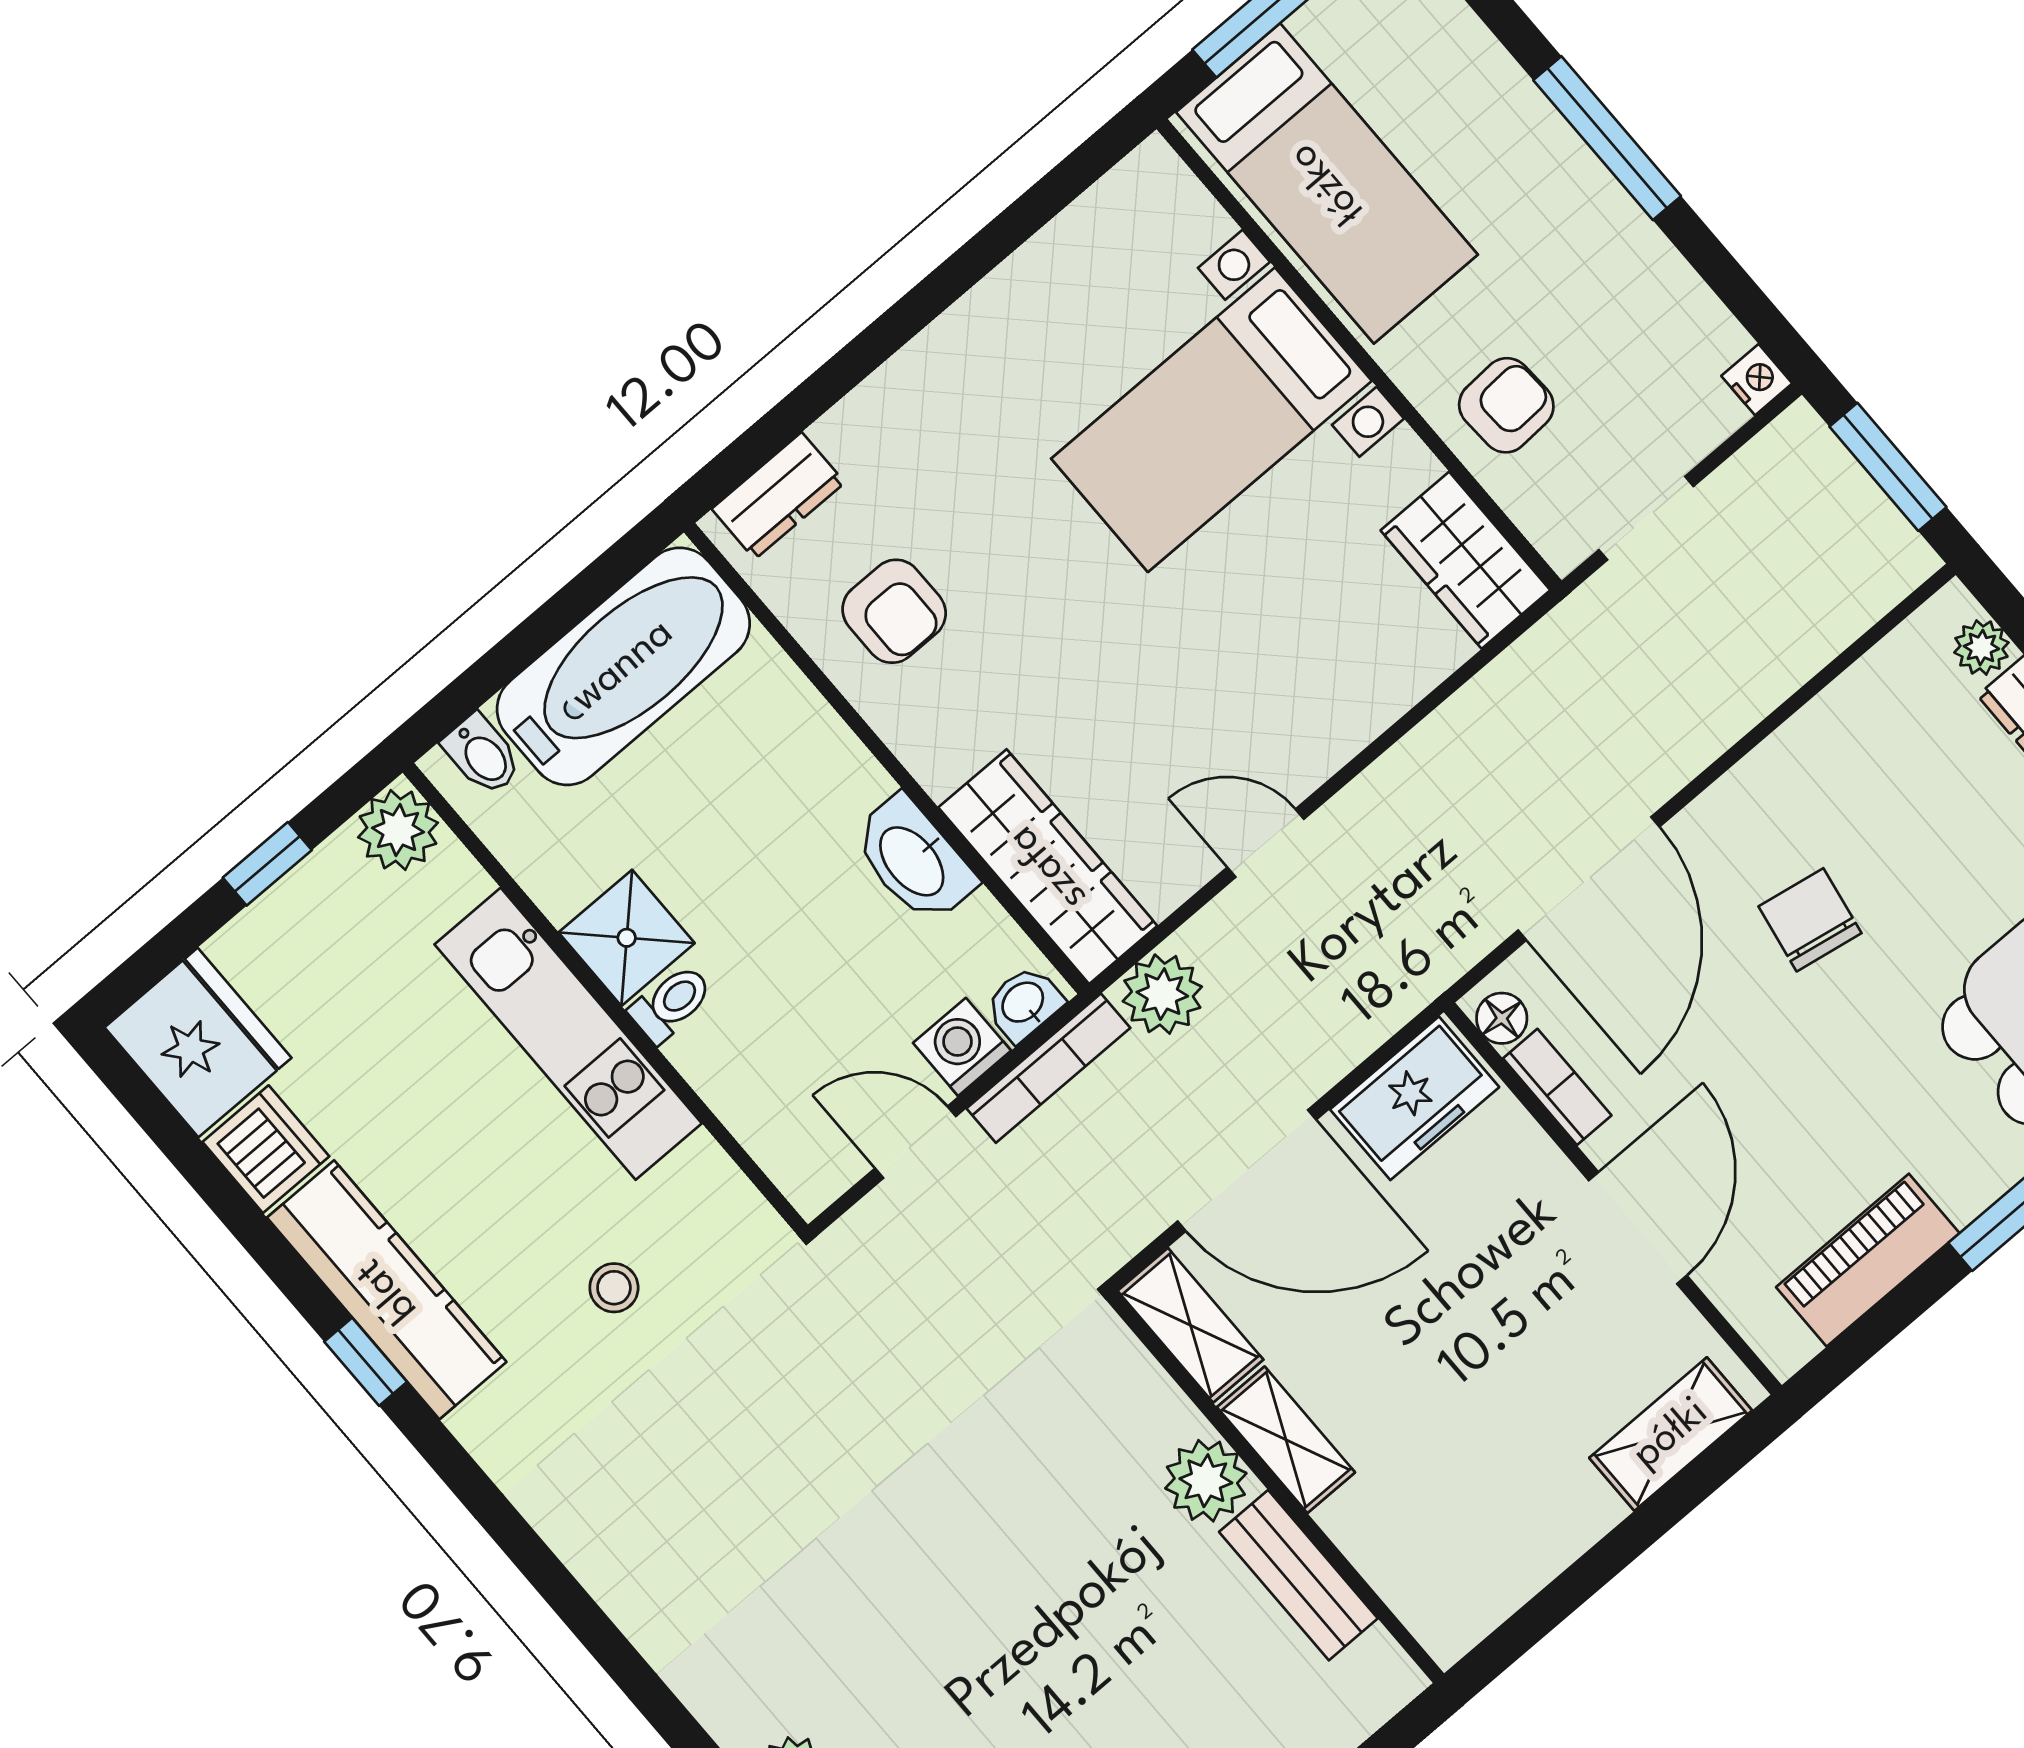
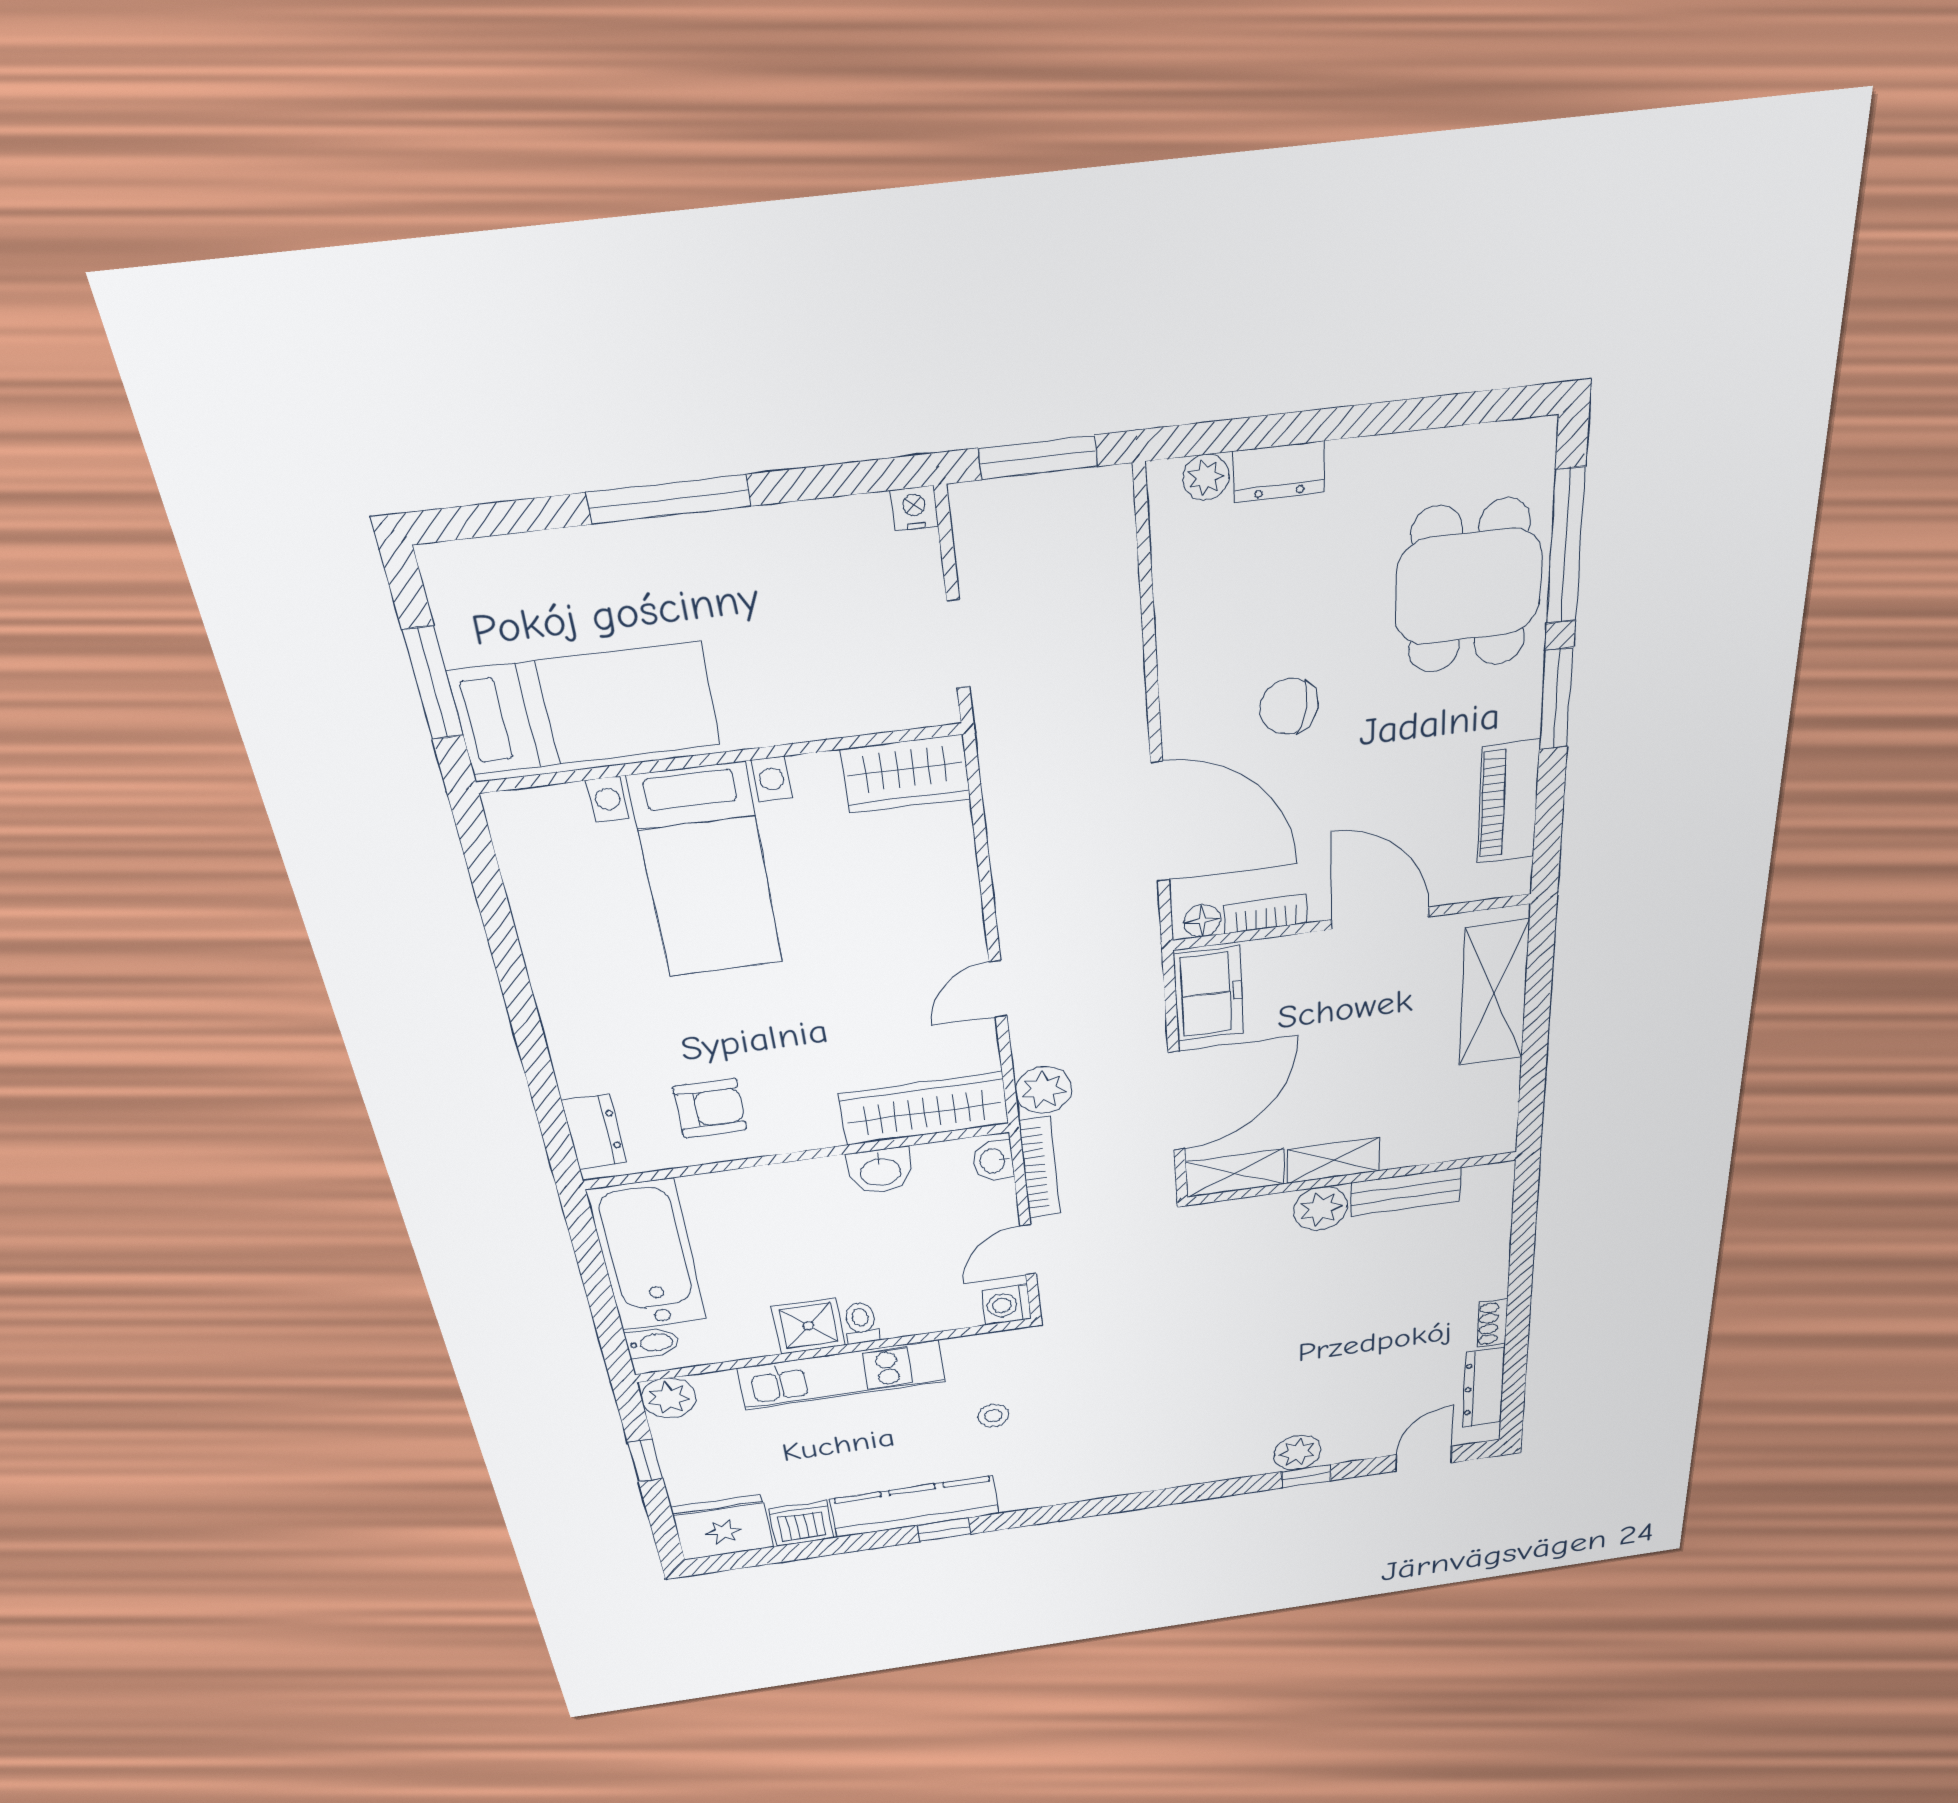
armchair: (1506, 405) -> (819, 686), removed
washbasin: (914, 860) -> (880, 1171), width x0.72
washing machine: (962, 1047) -> (1007, 1305), moved
shelving: (1671, 1434) -> (1494, 993), width x1.50, depth x1.33

